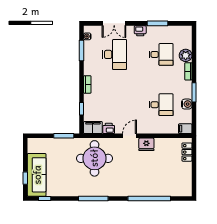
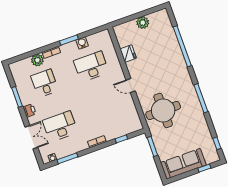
desk: (161, 105) -> (91, 67), width x1.37
filing cabinet: (93, 128) -> (135, 122), removed
printer: (109, 128) -> (131, 107), removed
filing cabinet: (185, 129) -> (105, 36), removed
fridge: (146, 144) -> (128, 54), moved
locker: (187, 152) -> (127, 27), removed
plant: (186, 169) -> (143, 23), added
sofa: (37, 175) -> (183, 164), moved

